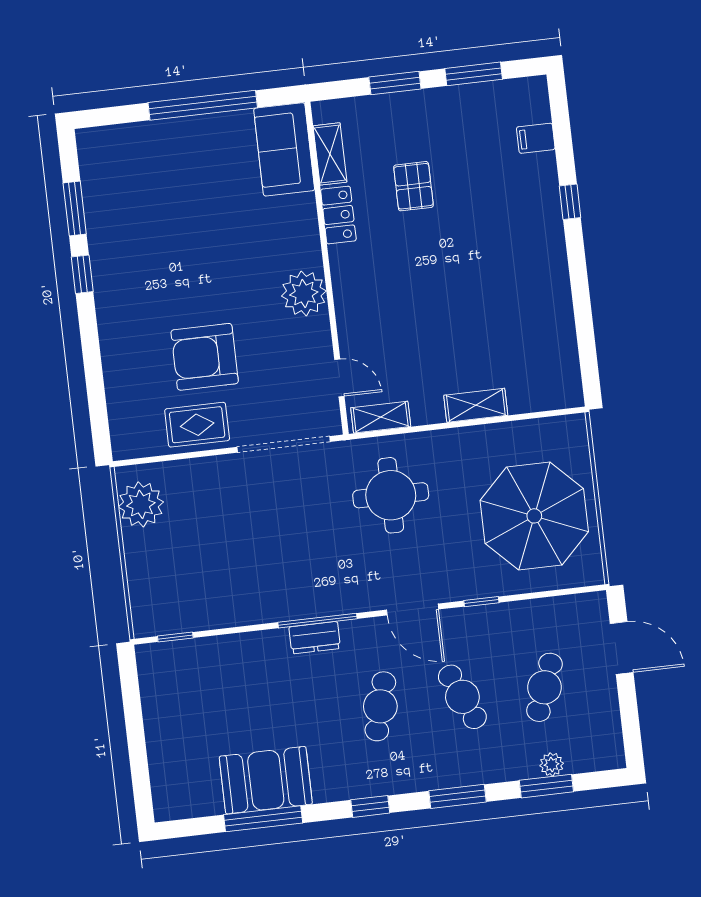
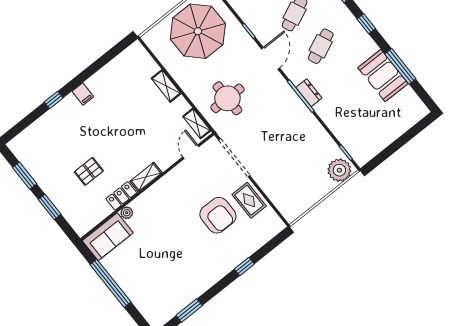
filing cabinet: (536, 138) -> (83, 94), moved
shelving: (330, 154) -> (146, 177), moved
window: (82, 274) -> (244, 267), moved
plant: (304, 293) -> (127, 213), moved, width x0.53, depth x0.53
plant: (141, 504) -> (339, 170), moved
cafe table: (380, 706) -> (321, 46), turned -39

